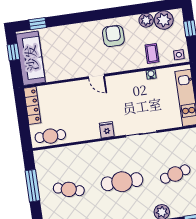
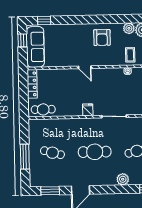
armchair: (113, 36) -> (102, 37), turned 180
window: (33, 186) -> (25, 157), moved

